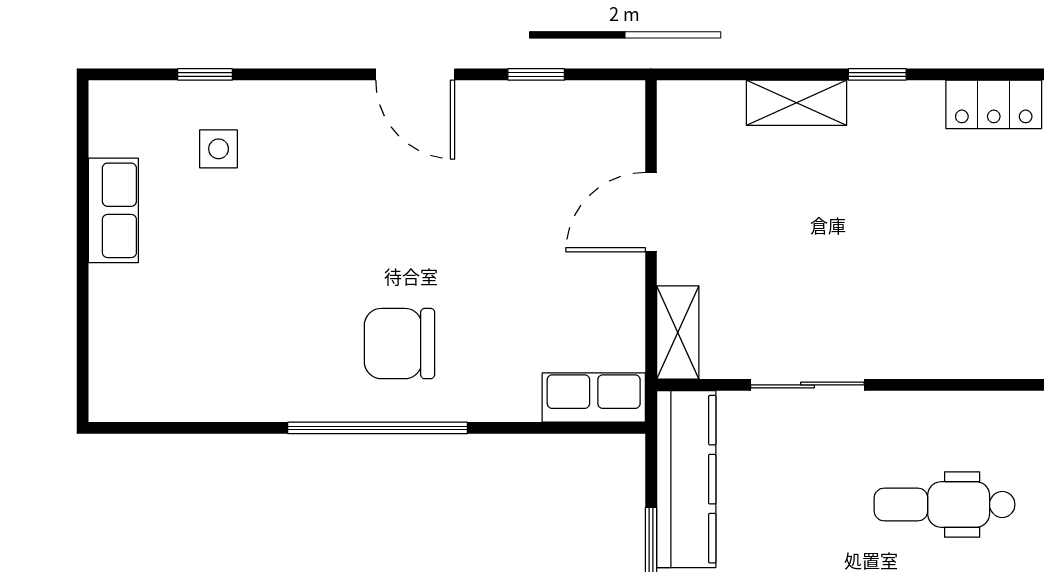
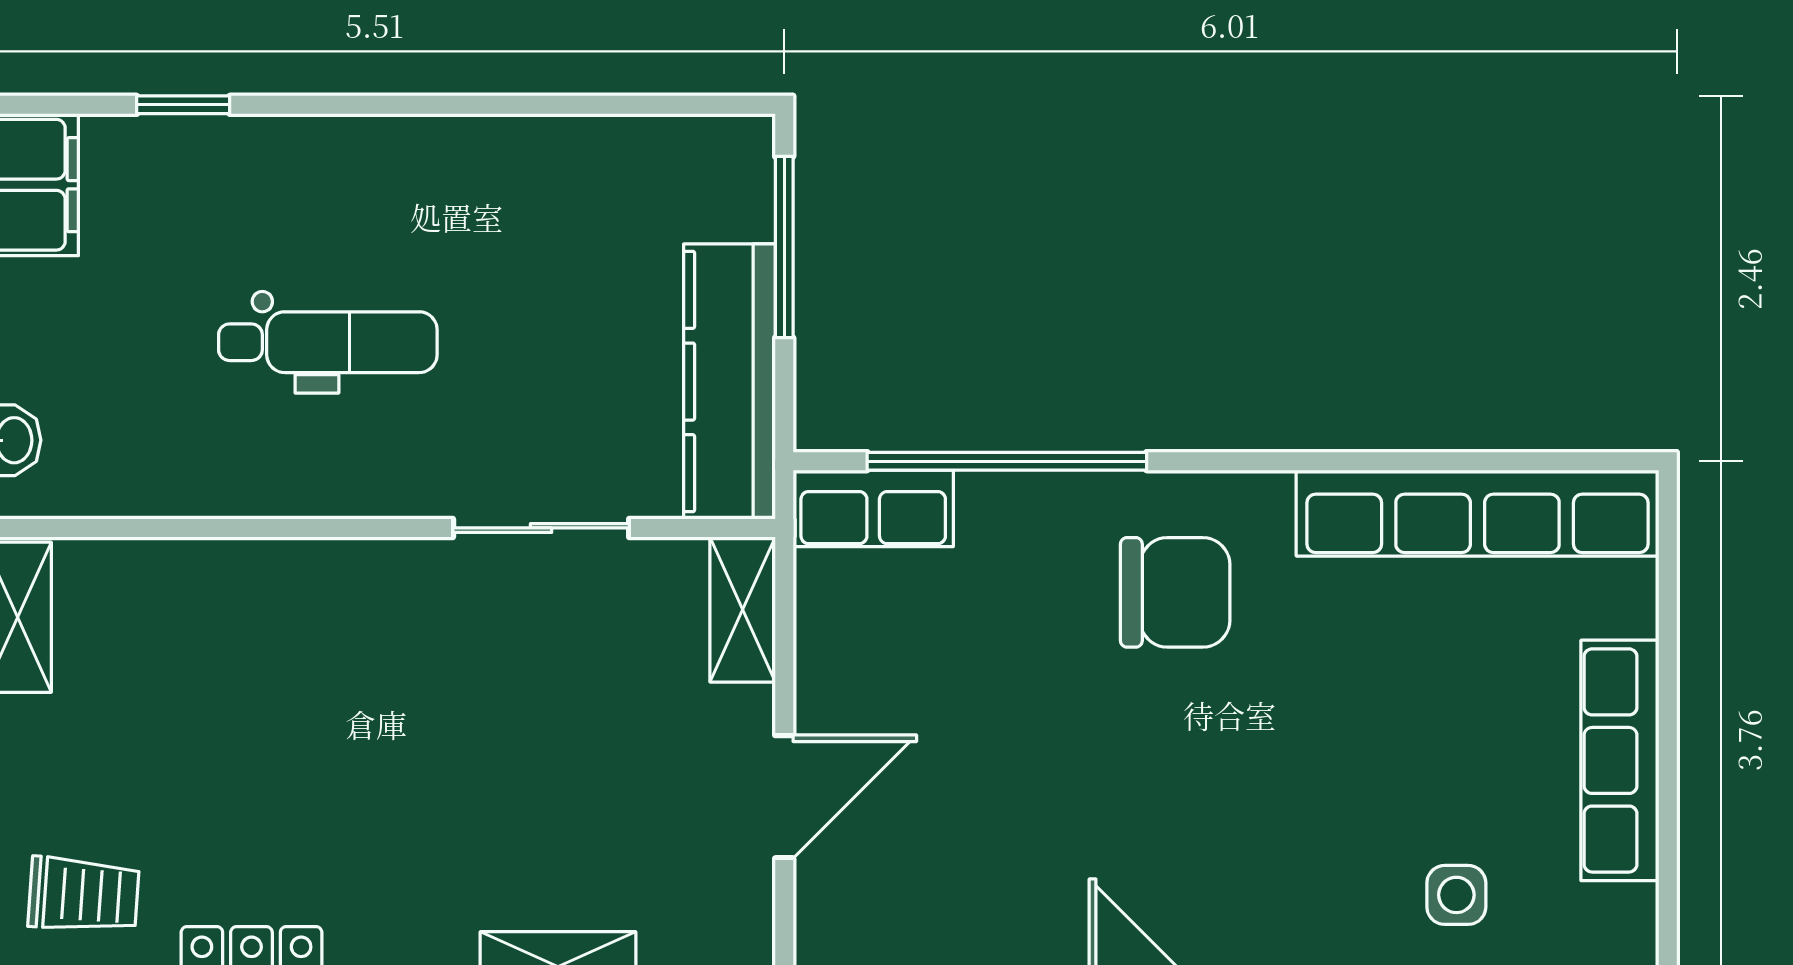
row of seats: (113, 210) -> (1620, 760), width x1.48
row of seats: (205, 395) -> (1477, 513), added
window: (378, 428) -> (1007, 461), moved

